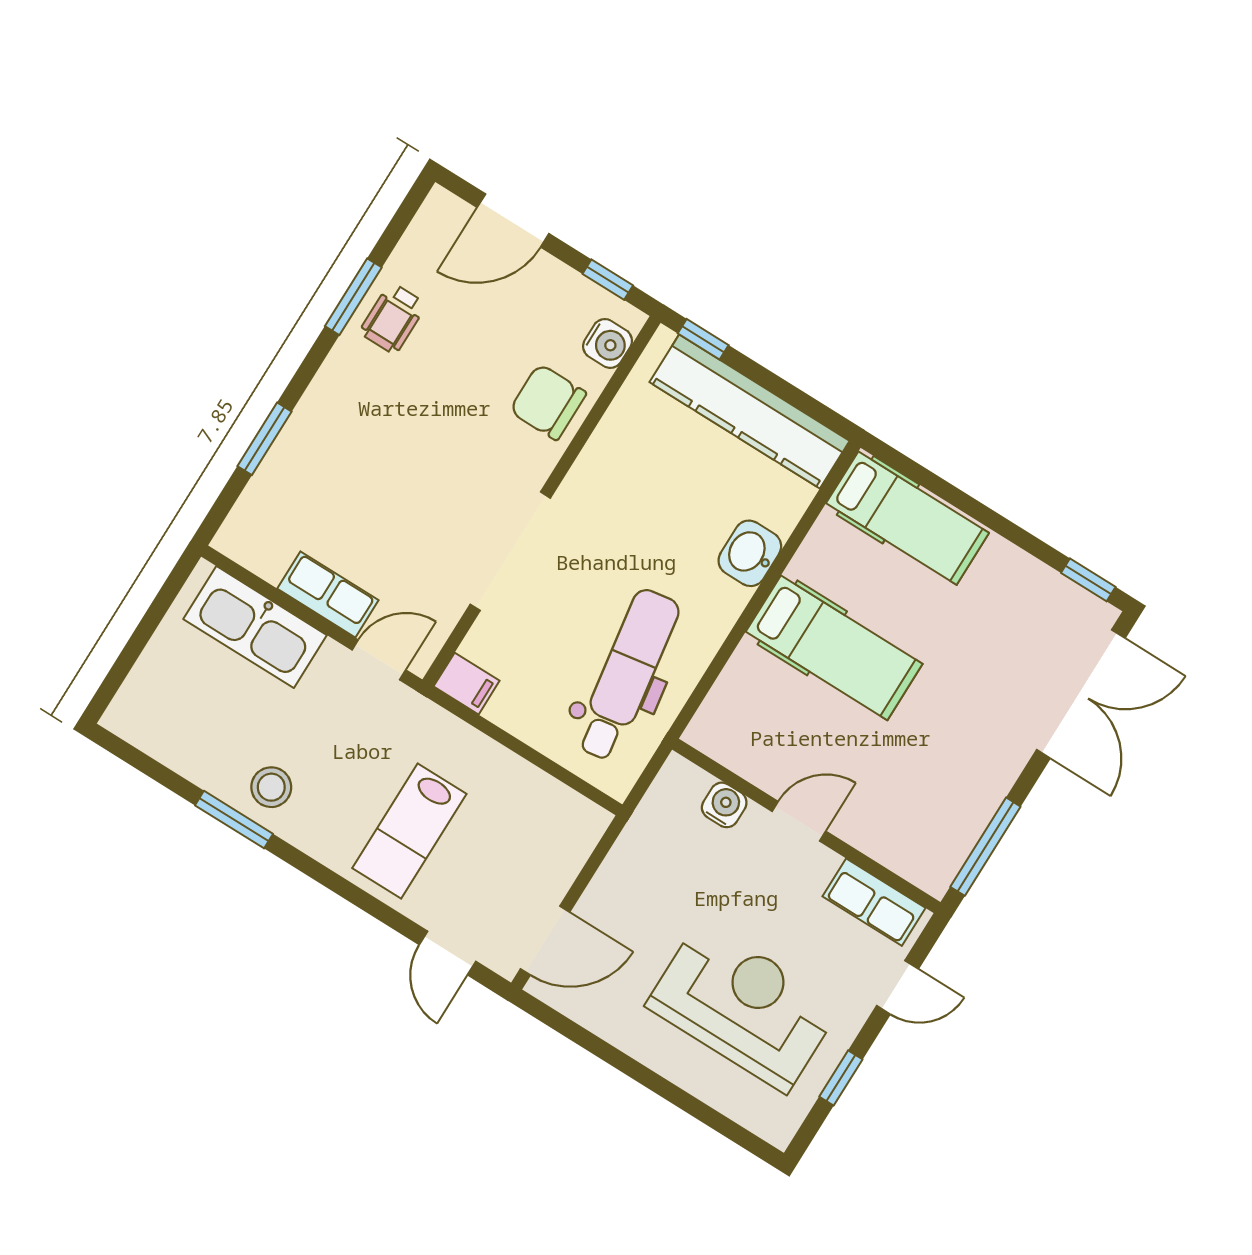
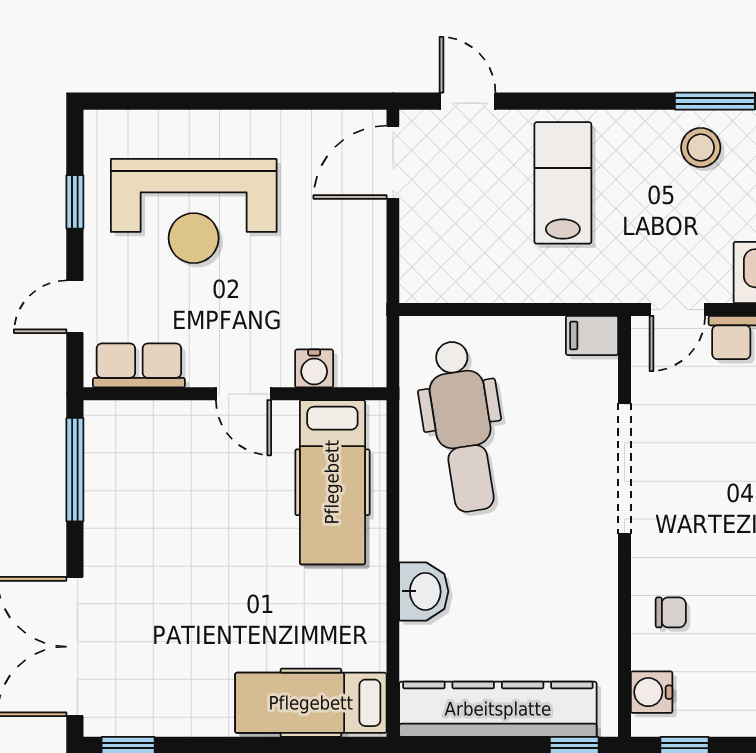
chair: (548, 402) -> (671, 612), width x0.54, depth x0.54
hospital bed: (834, 648) -> (332, 482), moved, turned -90
door: (799, 821) -> (244, 394), hinge flipped

